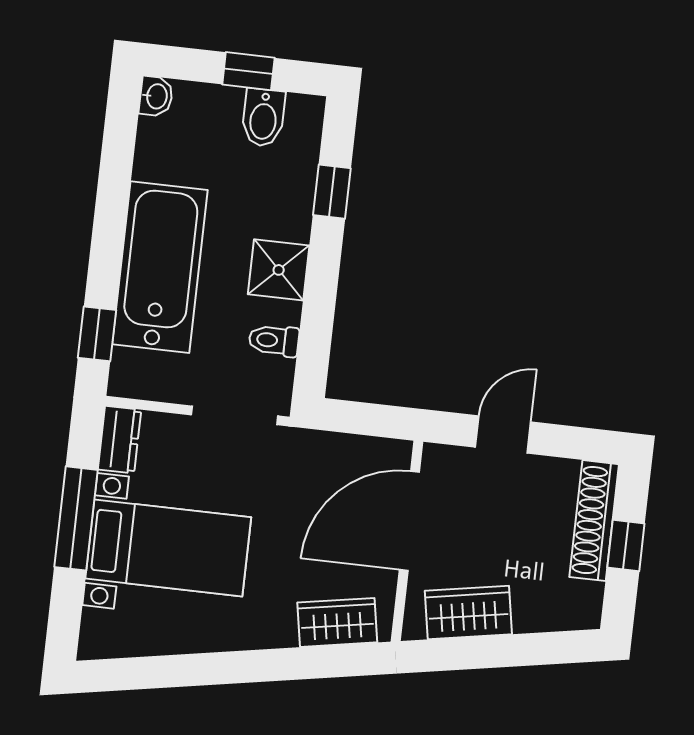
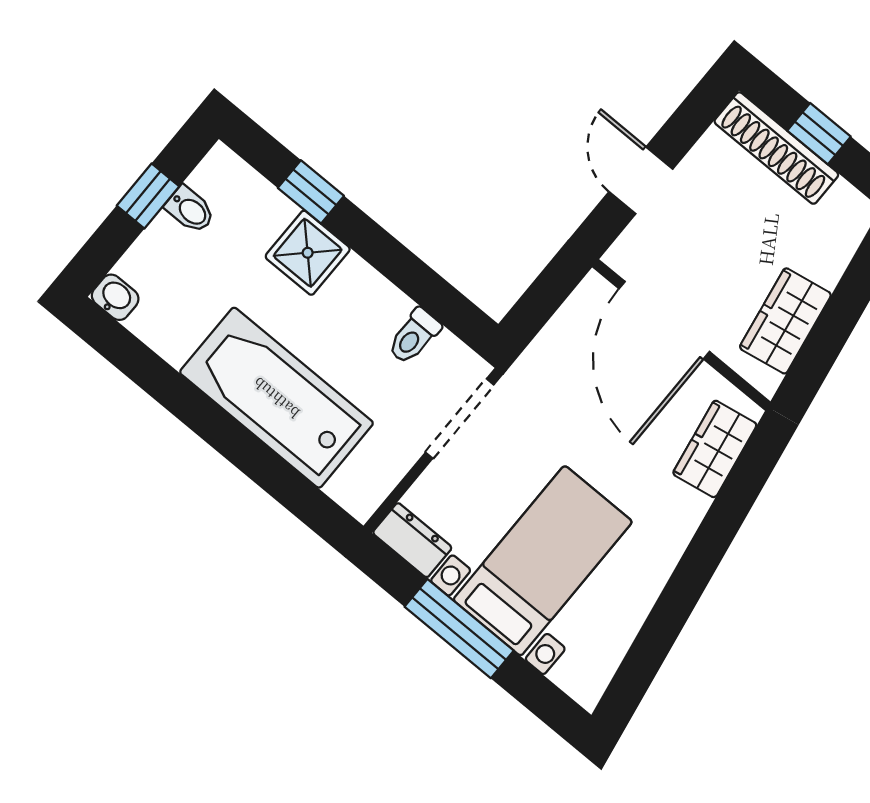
bidet: (263, 118) -> (190, 210), width x0.72, depth x0.74
shower: (279, 270) -> (308, 253), moved
window: (97, 334) -> (300, 497), removed

